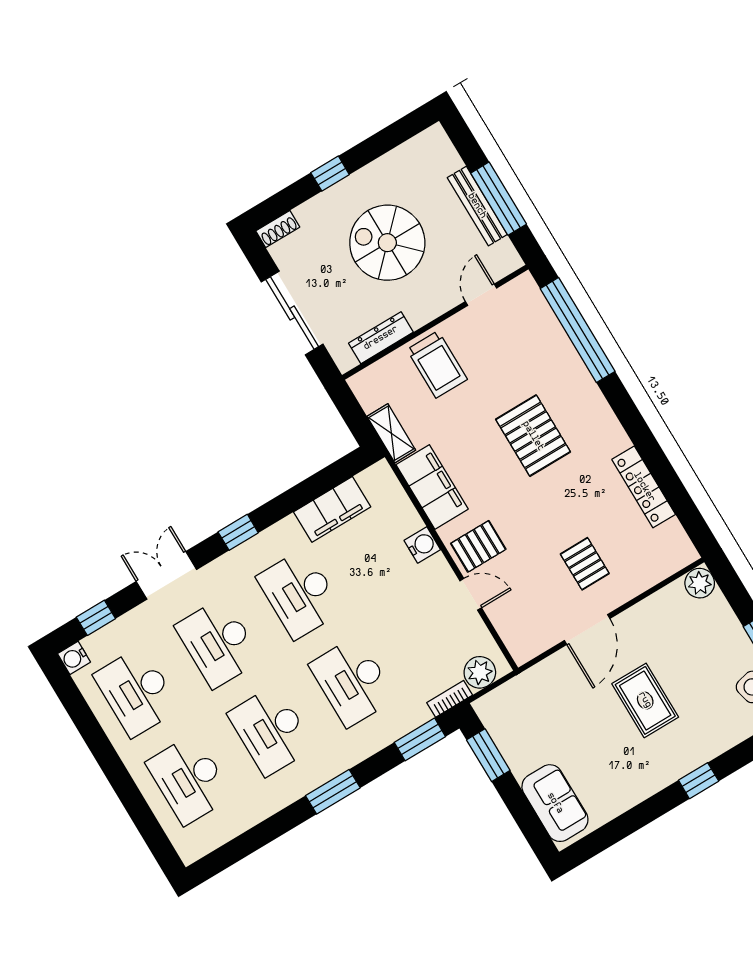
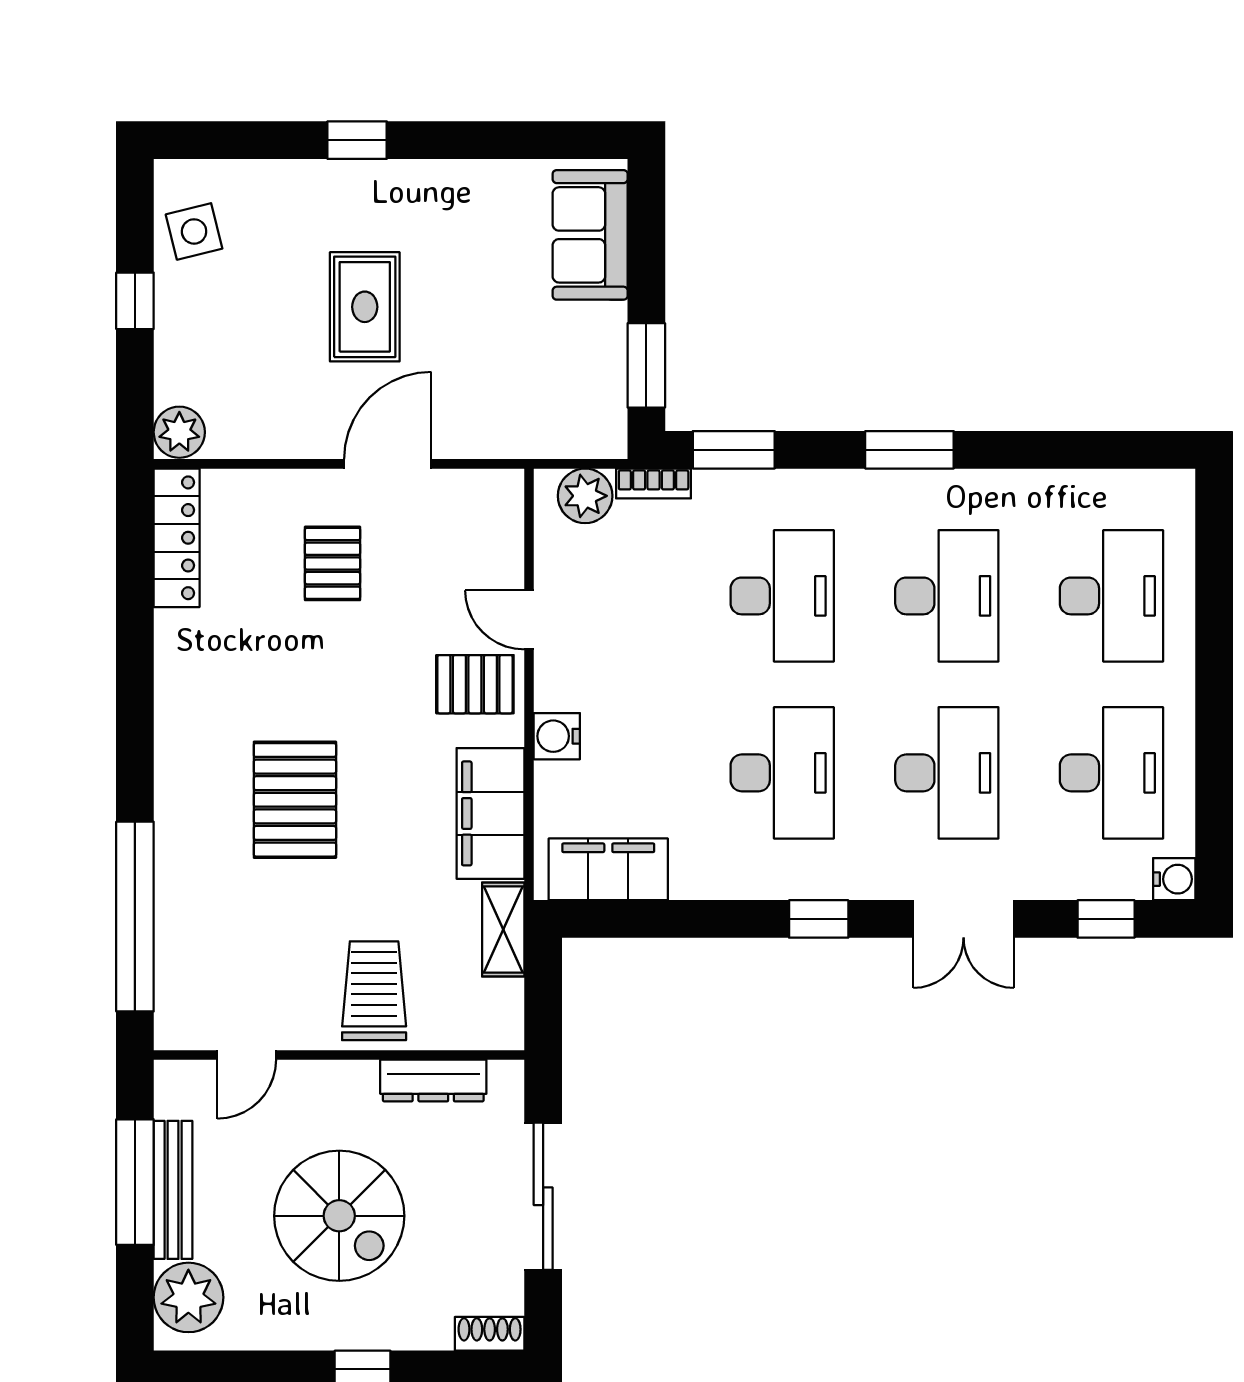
plant: (438, 157) -> (188, 1297), added
locker: (644, 487) -> (177, 538), moved
filing cabinet: (332, 509) -> (608, 869), moved

